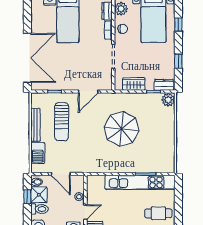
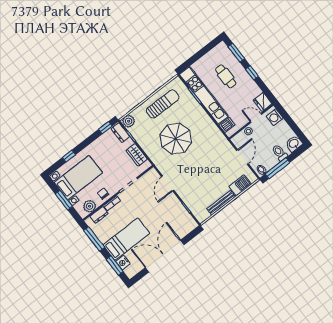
double door: (27, 58) -> (165, 256), moved
window: (178, 61) -> (105, 128), moved
door: (88, 92) -> (168, 183), swing flipped
sun lounger: (62, 122) -> (163, 104), moved
dishwasher: (99, 182) -> (227, 125), added
shower: (39, 195) -> (270, 161), removed
window: (27, 197) -> (277, 168), width x2.17
cafe table: (158, 213) -> (226, 76), moved

